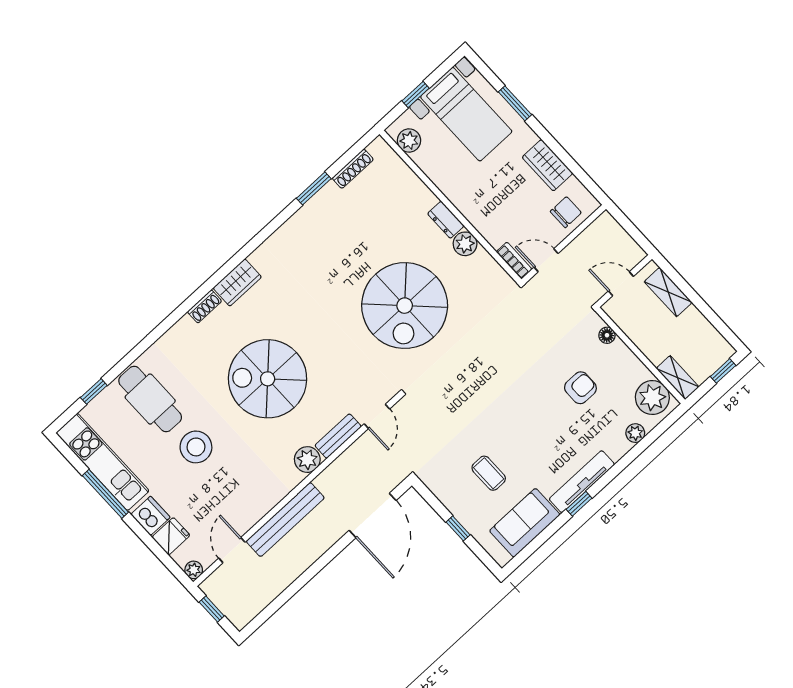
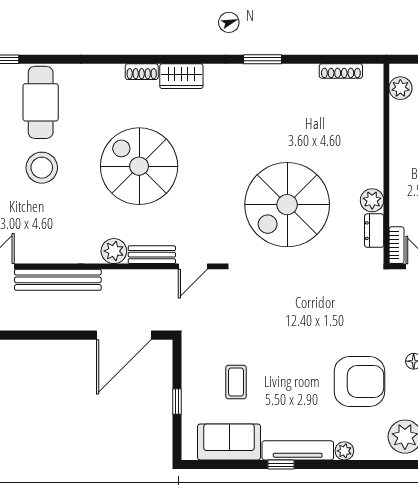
window: (314, 188) -> (262, 59), moved
dresser: (446, 220) -> (374, 231), moved
armchair: (580, 388) -> (359, 382), width x1.88, depth x1.88
plant: (635, 433) -> (344, 451), moved

